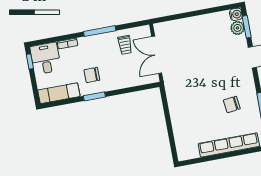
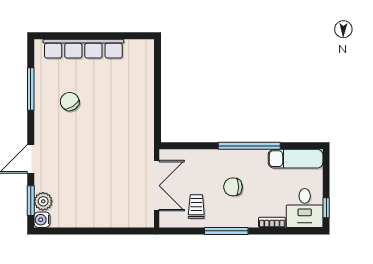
chair: (92, 75) -> (233, 187), moved, turned 180
window: (94, 96) -> (249, 146), width x2.11
chair: (232, 104) -> (70, 102), turned -115

